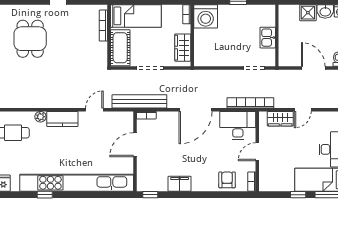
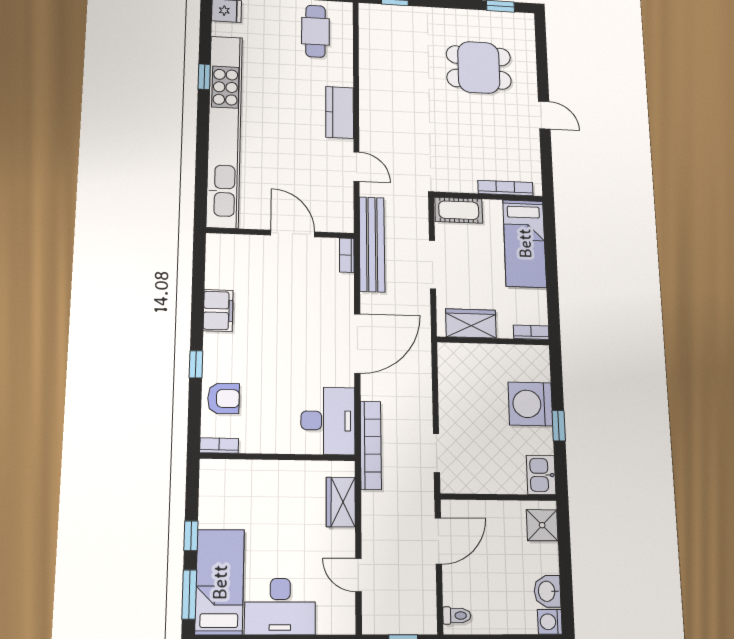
shower: (308, 13) -> (542, 525), moved
washing machine: (206, 16) -> (530, 404), moved
kitchen sink: (268, 38) -> (541, 475), moved, turned -90
cot: (120, 48) -> (459, 210), width x0.73, depth x0.75
door: (313, 68) -> (438, 541), moved
door: (196, 110) -> (357, 343), swing flipped
door: (303, 110) -> (358, 575), moved
plant: (40, 117) -> (344, 77), removed
door: (257, 152) -> (277, 457), removed
window: (150, 195) -> (196, 364), moved

